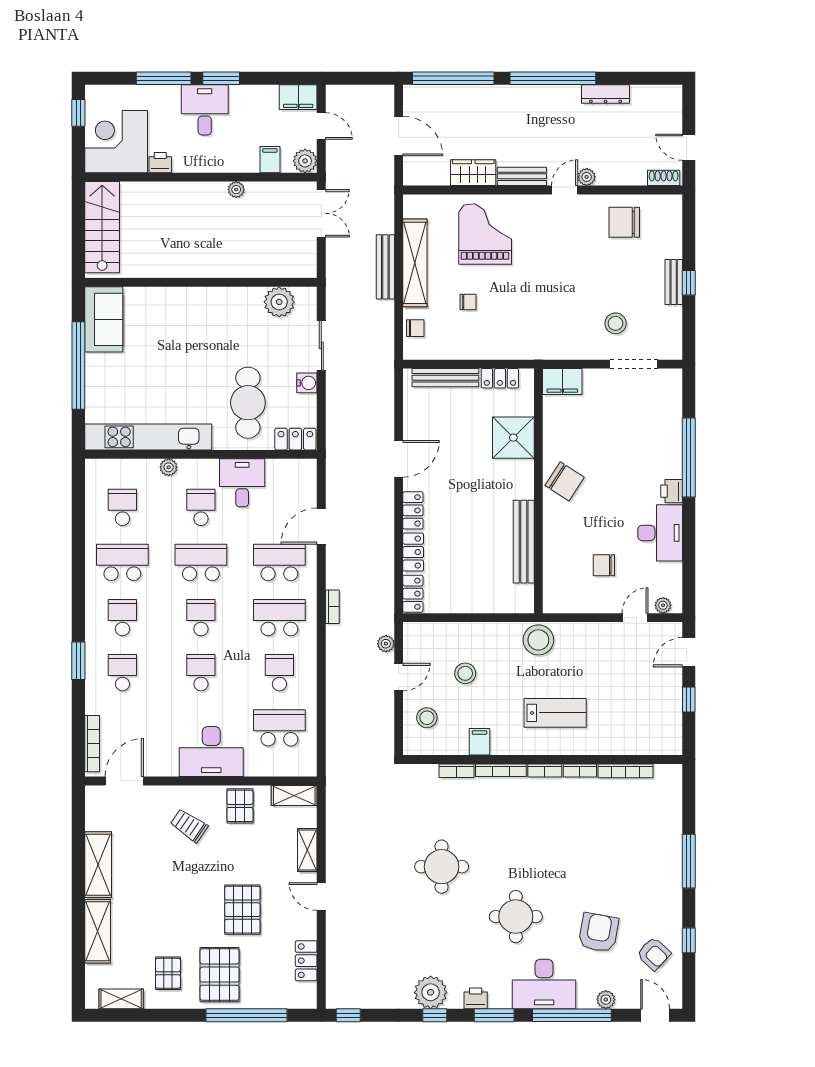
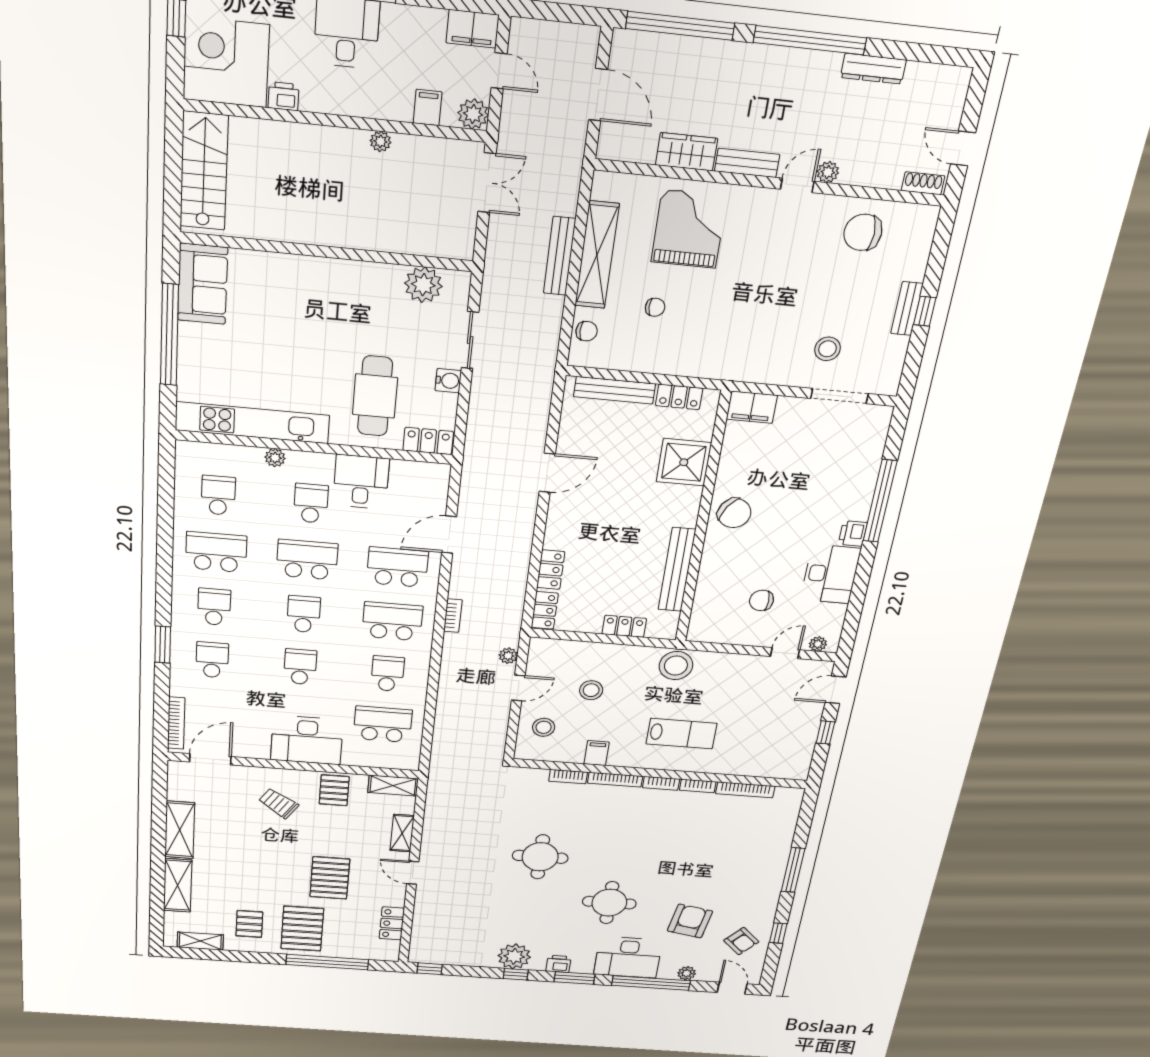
locker: (413, 510) -> (624, 626), moved, turned -90

